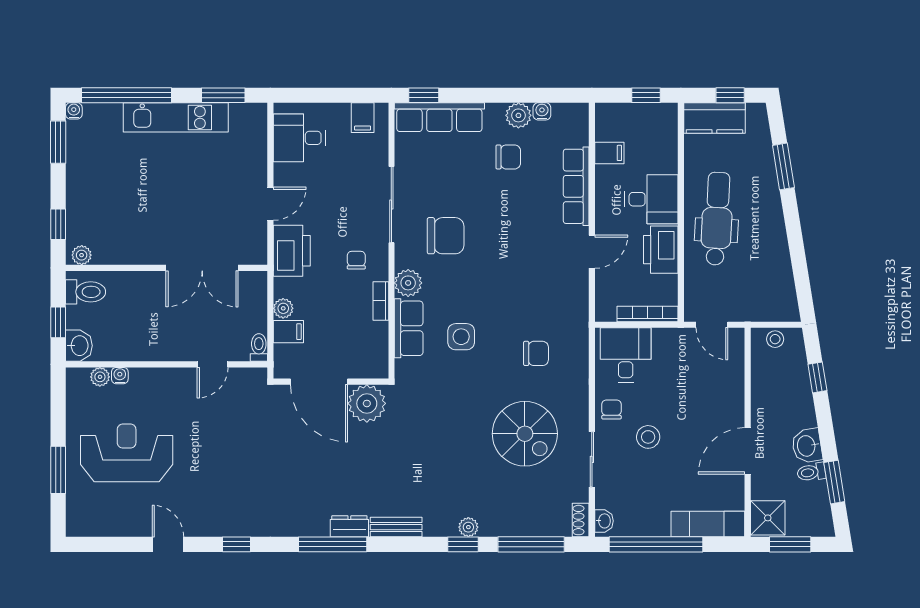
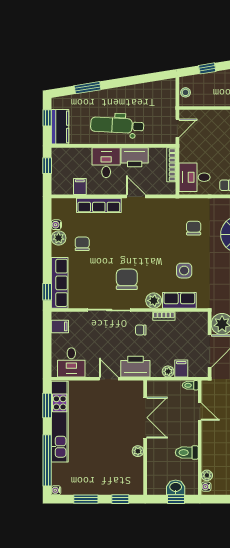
kitchen unit: (176, 117) -> (60, 422), width x1.36
window: (58, 142) -> (86, 499), moved
plant: (82, 255) -> (138, 451), moved
toilet: (86, 292) -> (187, 453), moved, turned -90
washbasin: (79, 346) -> (176, 487), moved
water cooler: (120, 376) -> (206, 487), moved

